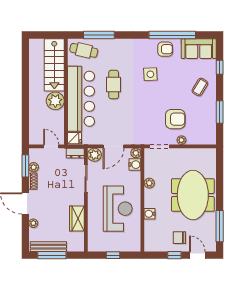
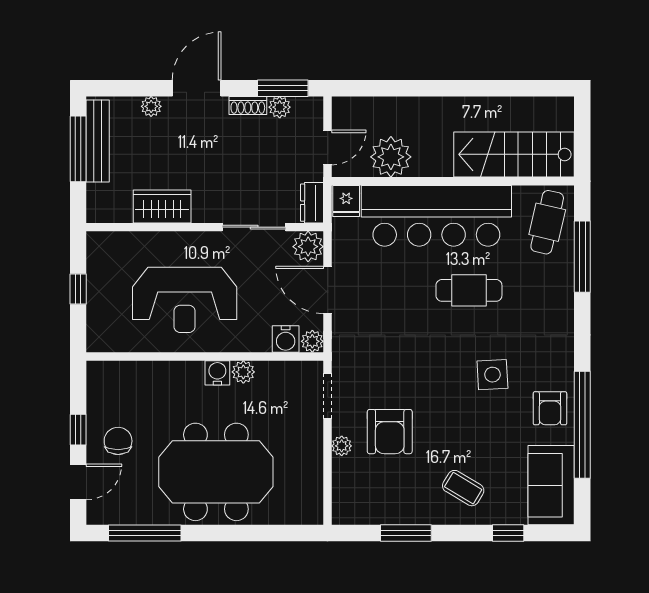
plant: (55, 101) -> (391, 157), moved
water cooler: (150, 214) -> (217, 373), moved

